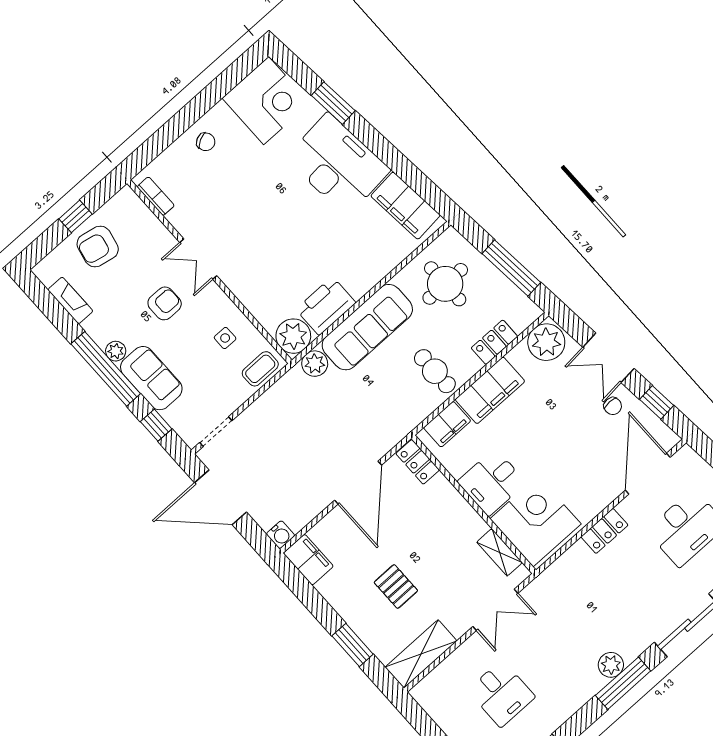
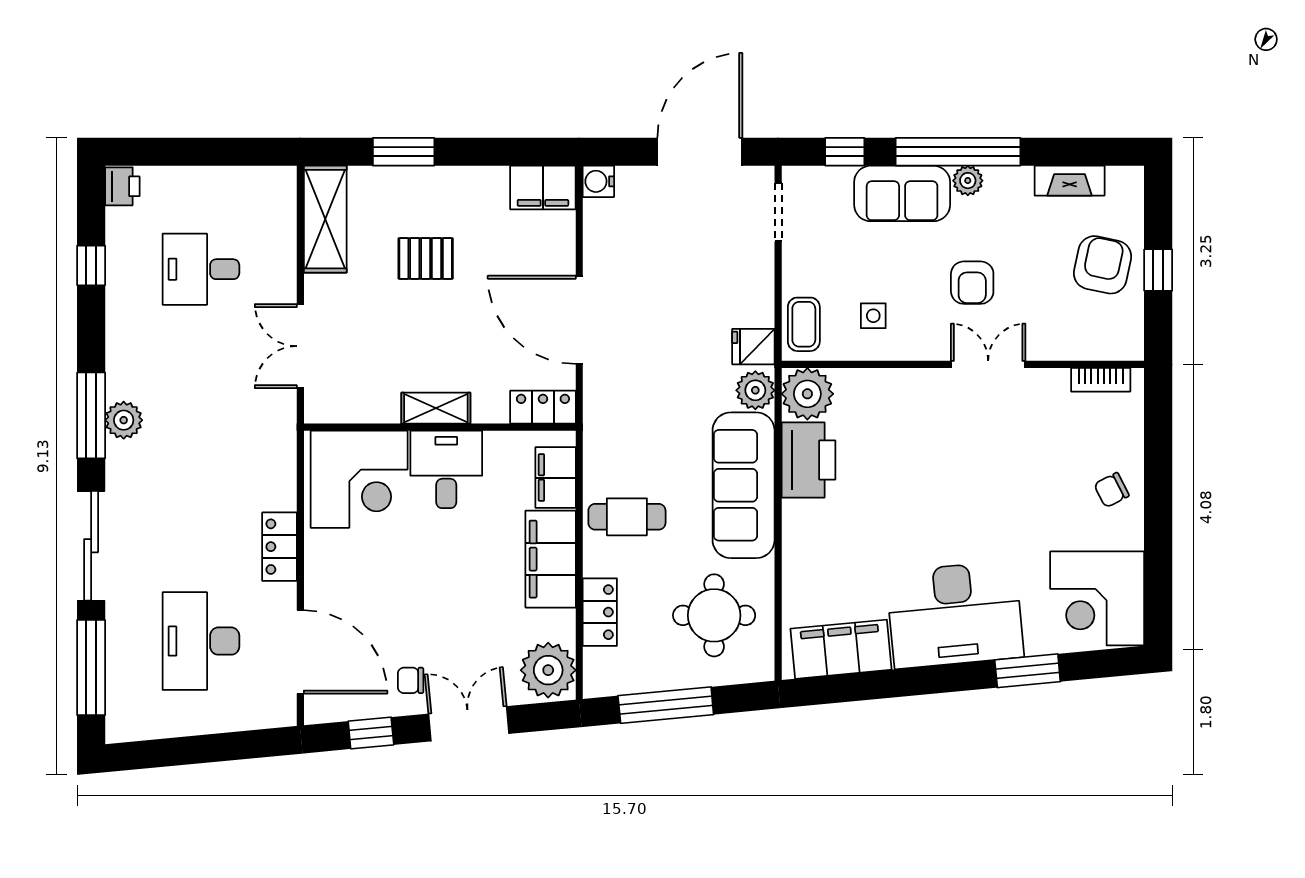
fridge: (294, 384) -> (753, 347), added
shelving: (500, 552) -> (436, 408), moved

